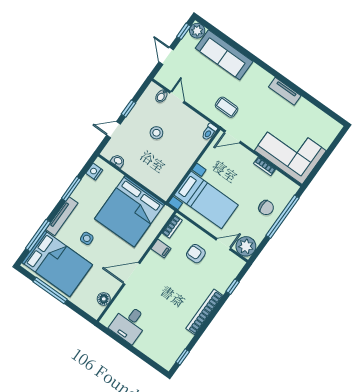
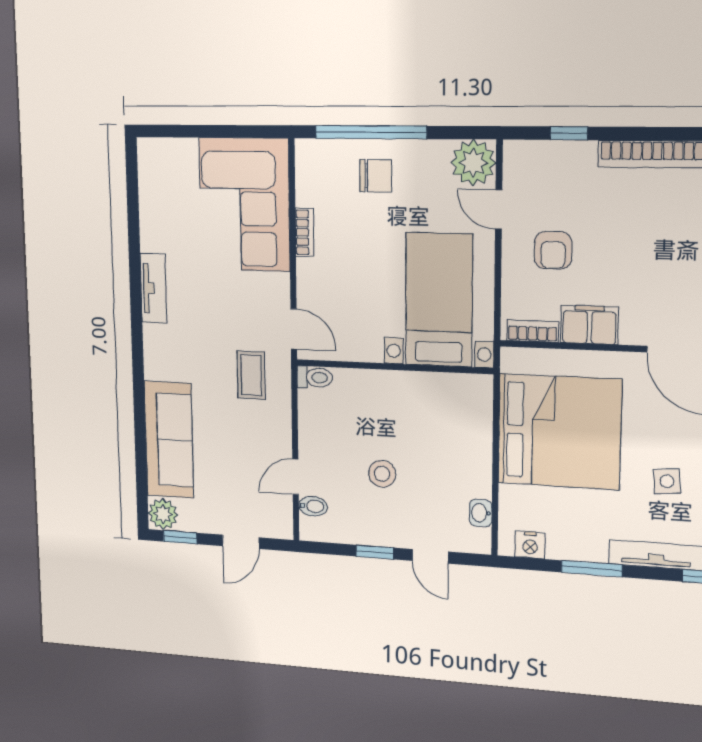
chair: (266, 208) -> (376, 176), turned 90
filing cabinet: (161, 249) -> (589, 325), width x2.00

